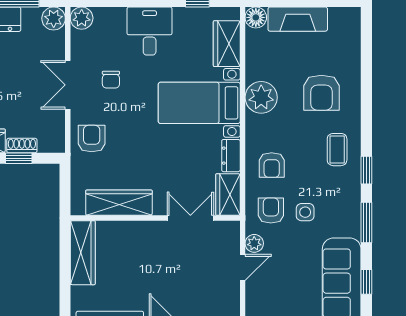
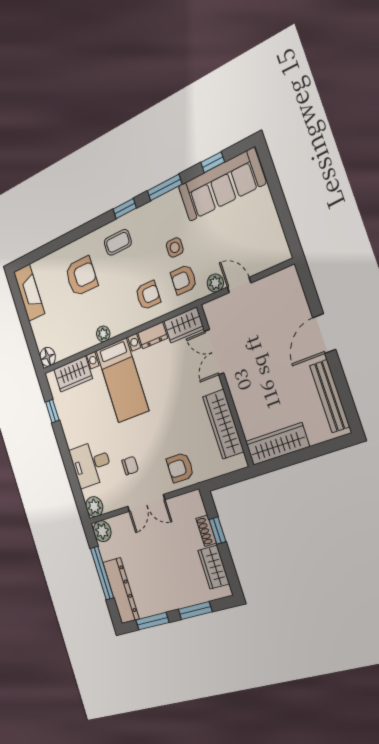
fireplace: (298, 19) -> (29, 293), moved
desk: (150, 31) -> (91, 464), moved
plant: (261, 97) -> (103, 334), width x0.53, depth x0.53

